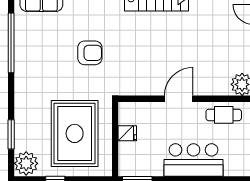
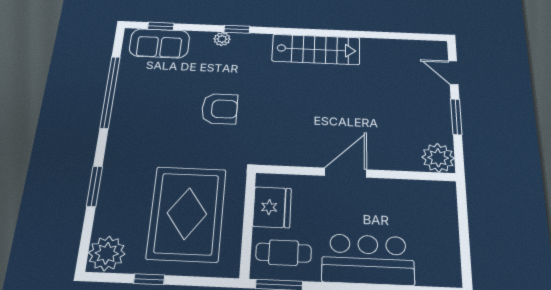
cafe table: (224, 115) -> (284, 253), moved
fridge: (127, 133) -> (272, 207), width x1.88, depth x1.34
window: (11, 134) -> (94, 186), moved

